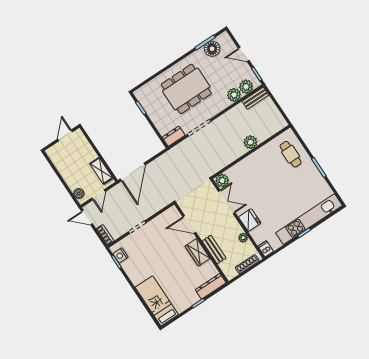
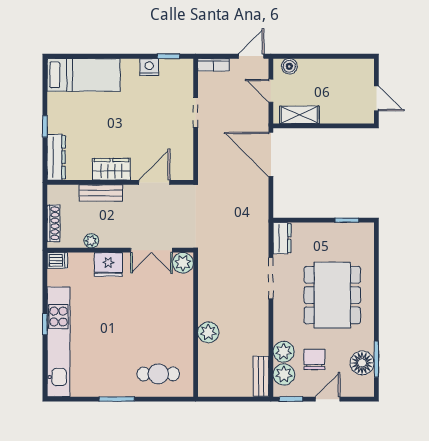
chair: (227, 76) -> (314, 359), added
nightstand: (120, 255) -> (149, 67), moved

